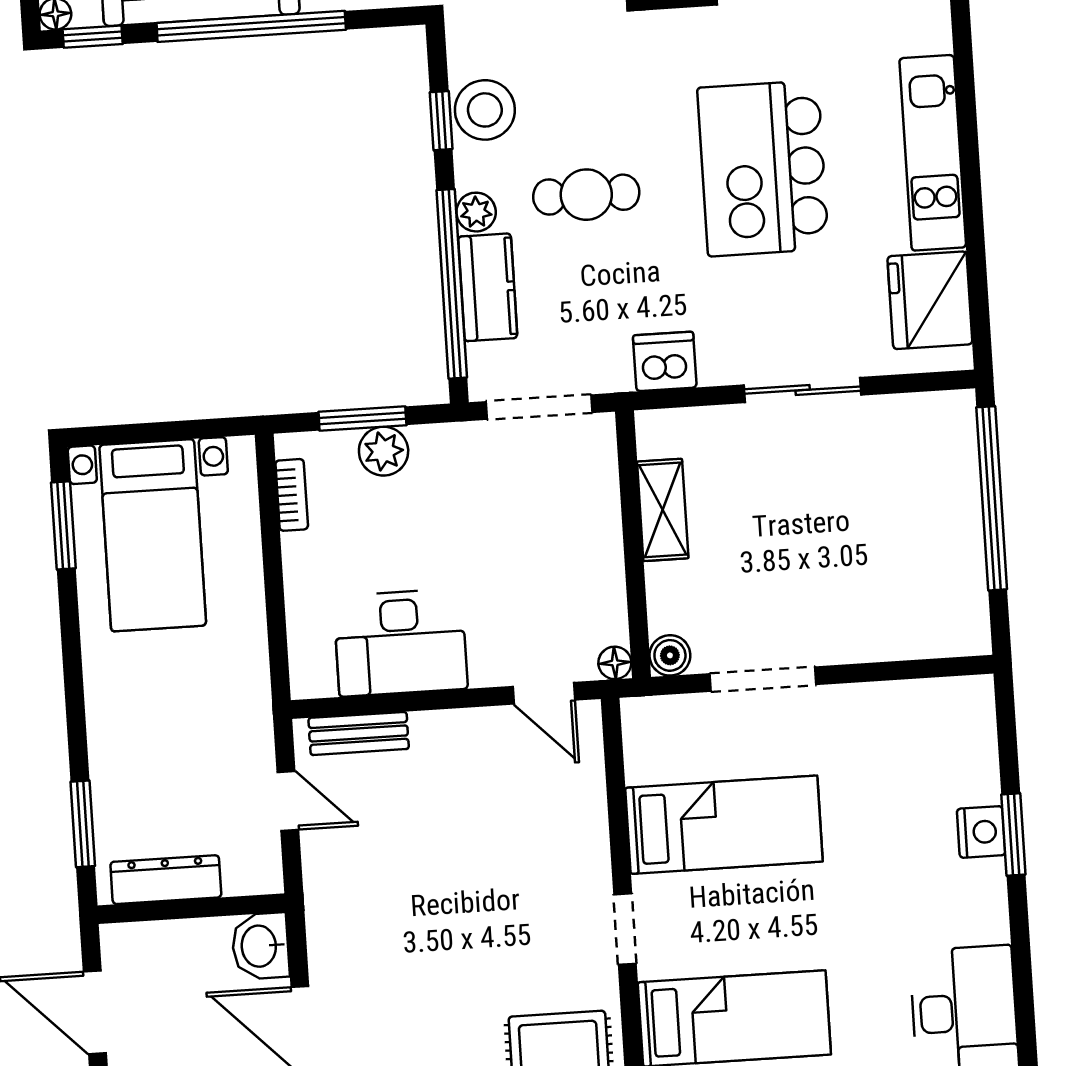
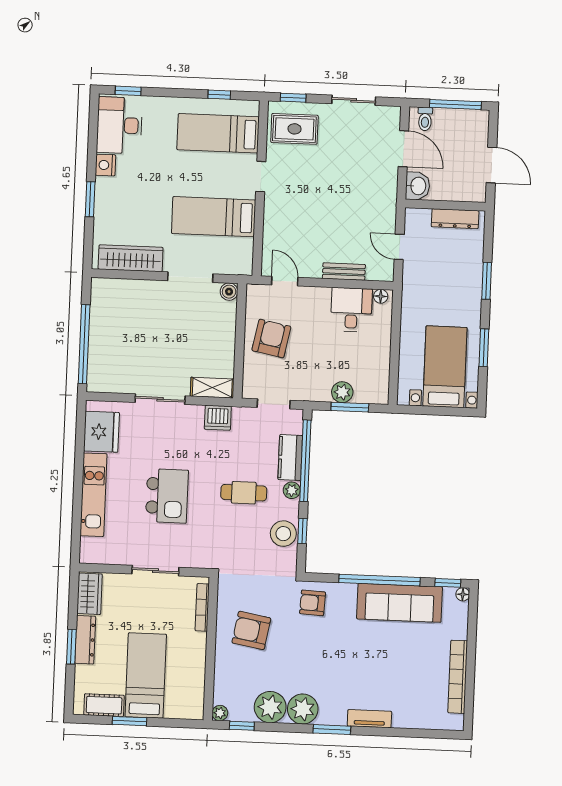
kitchen island: (763, 168) -> (167, 496), width x0.73, depth x0.78
doorway: (539, 407) -> (274, 404), width x0.73
bookcase: (292, 495) -> (384, 378), removed
shelving: (663, 510) -> (212, 388), moved, turned 90
window: (63, 525) -> (484, 348), moved
armchair: (560, 558) -> (271, 338), added
desk: (400, 643) -> (351, 310), width x0.73
floor lamp: (615, 663) -> (381, 296), moved
wardrobe: (906, 708) -> (131, 258), added
bench: (359, 733) -> (344, 272), moved
window: (83, 824) -> (487, 281), moved
nightstand: (981, 832) -> (105, 165), moved

